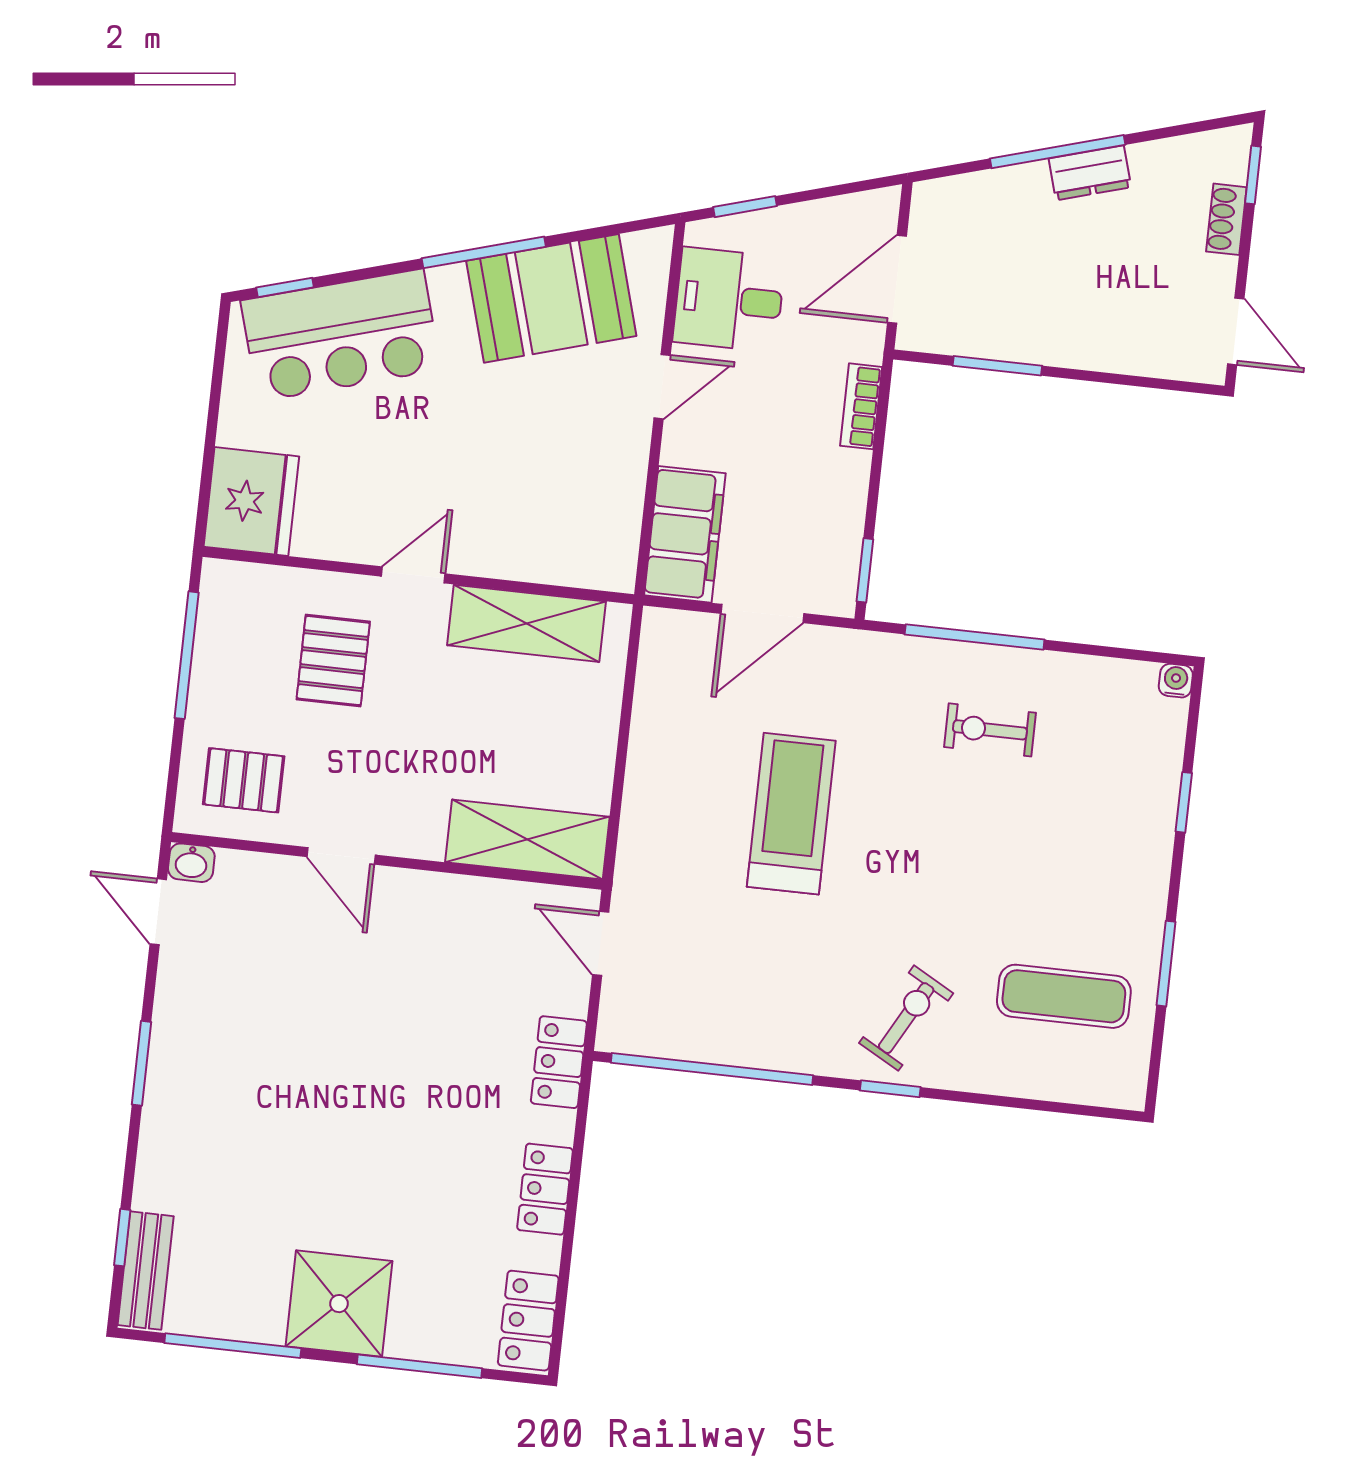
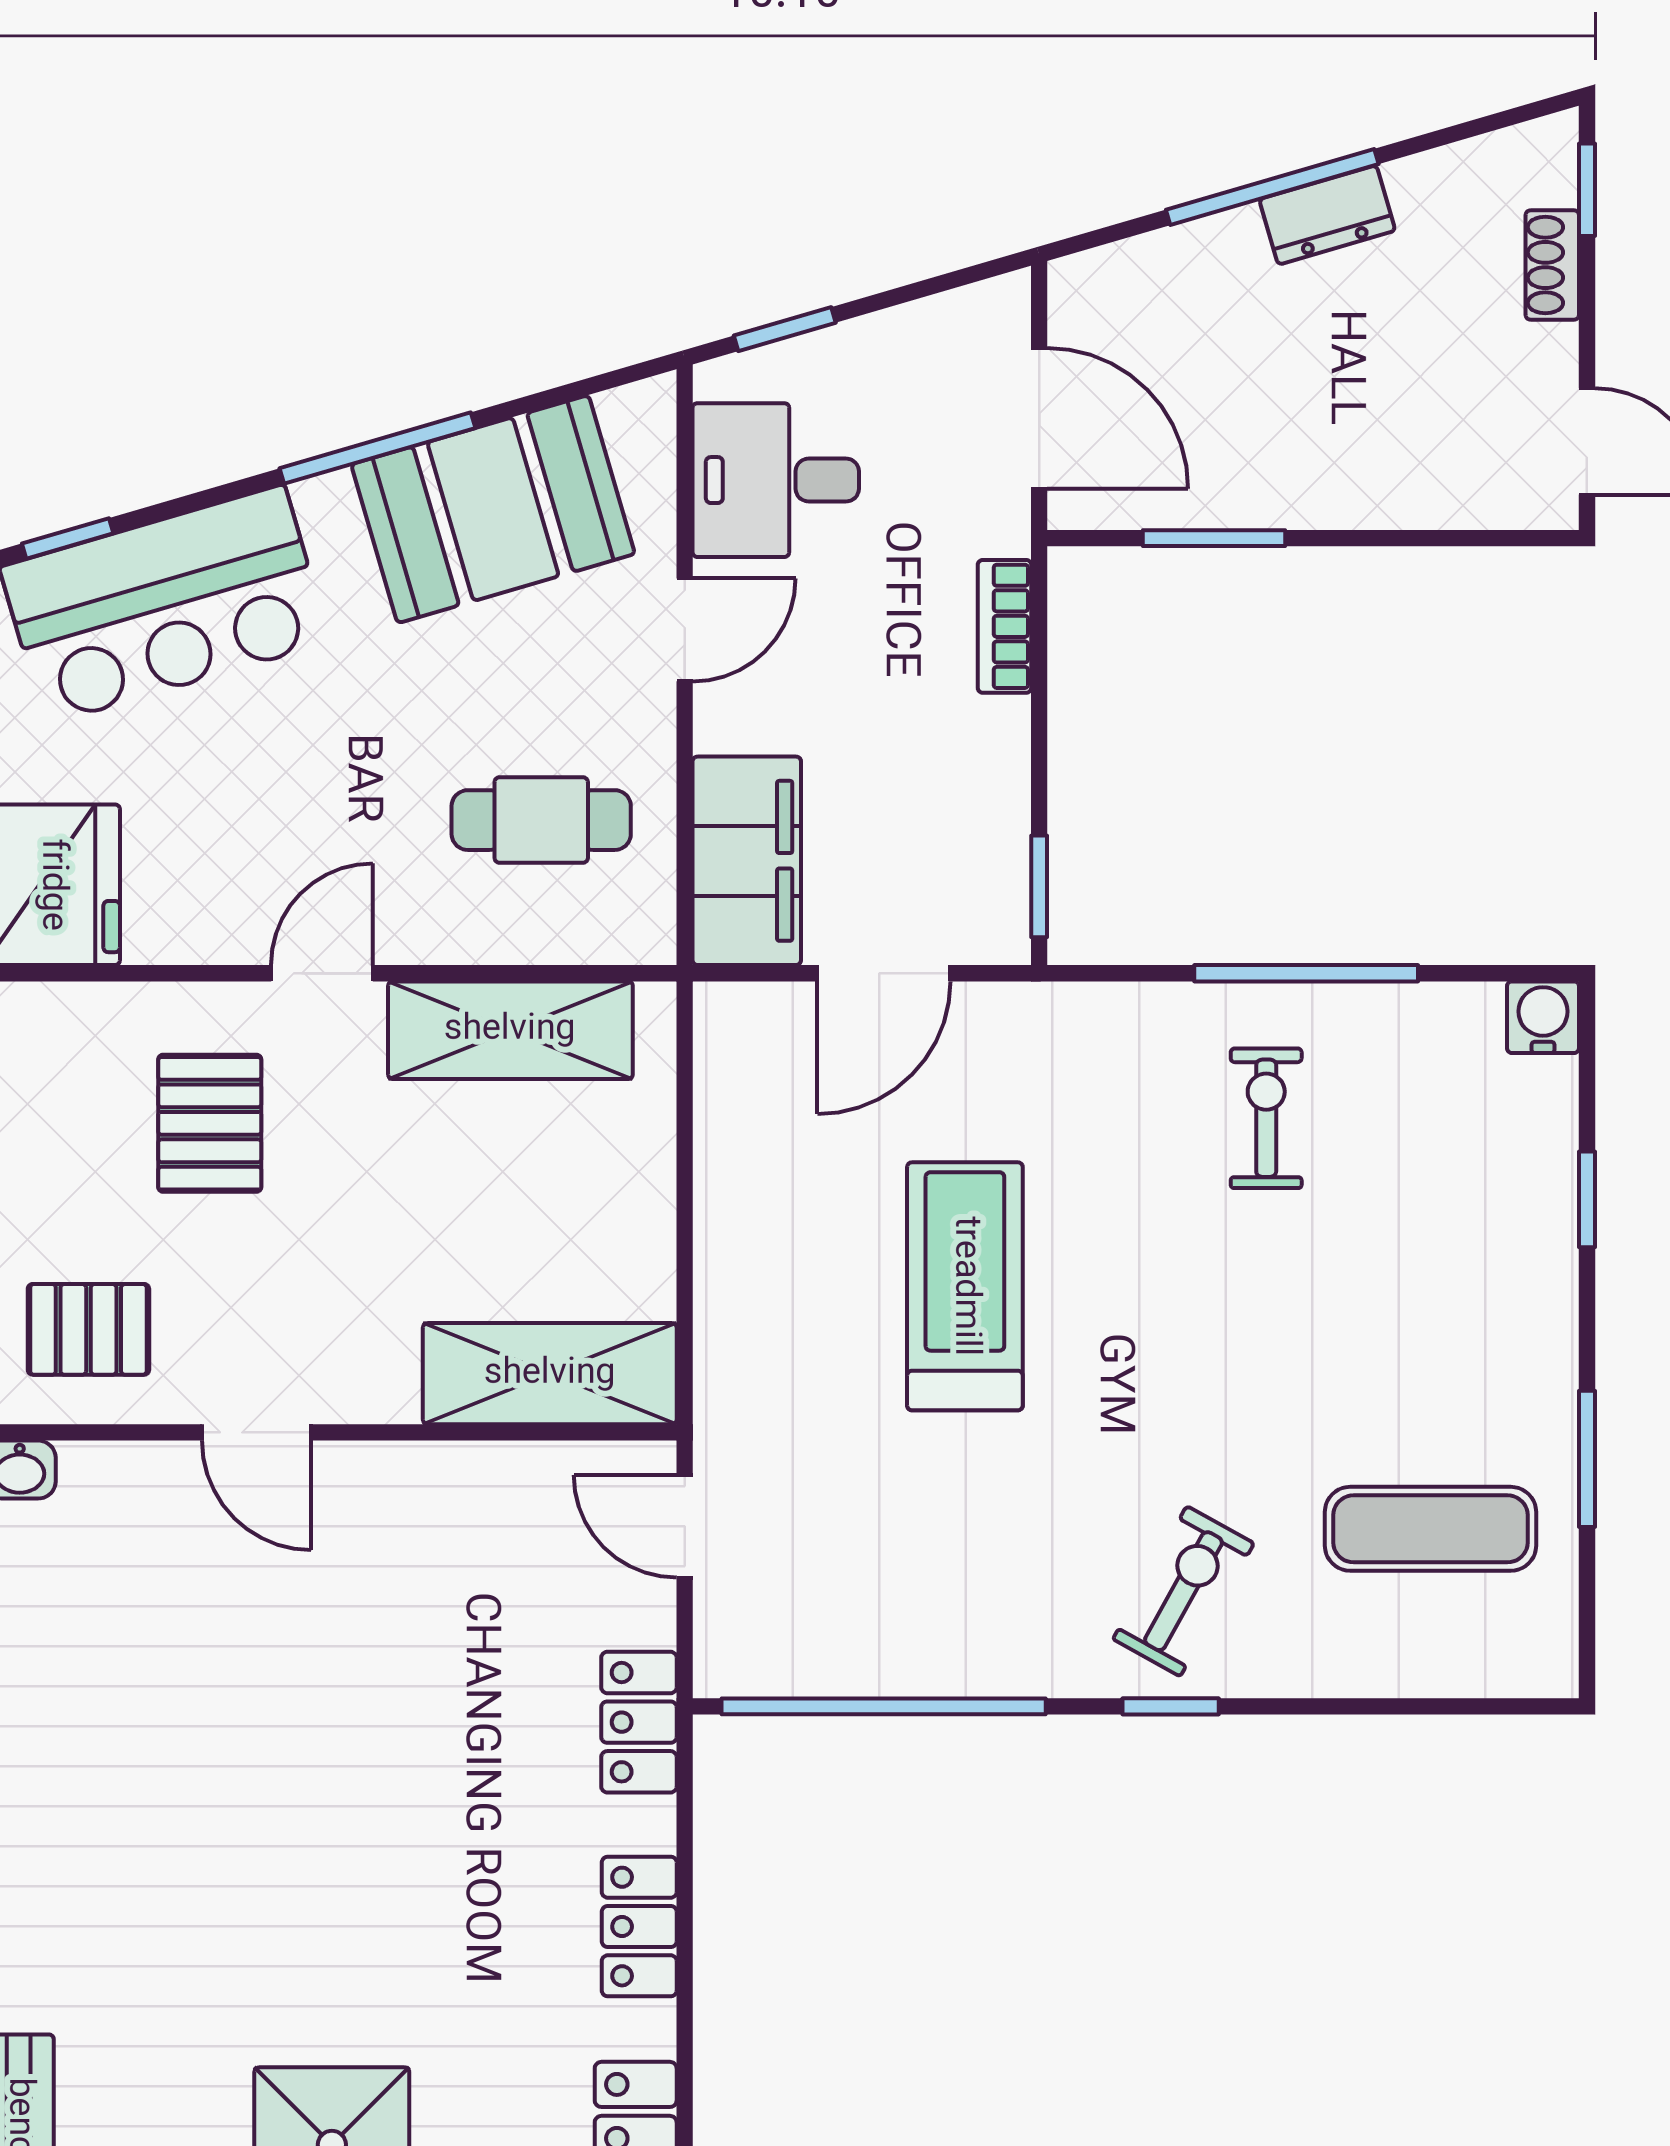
door: (897, 279) -> (1039, 418), swing flipped
cafe table: (560, 495) -> (541, 820), added
window: (975, 637) -> (1306, 973), moved
water cooler: (1176, 681) -> (1543, 1017), width x1.38, depth x1.38
exercise bike: (990, 730) -> (1266, 1118), turned 90

